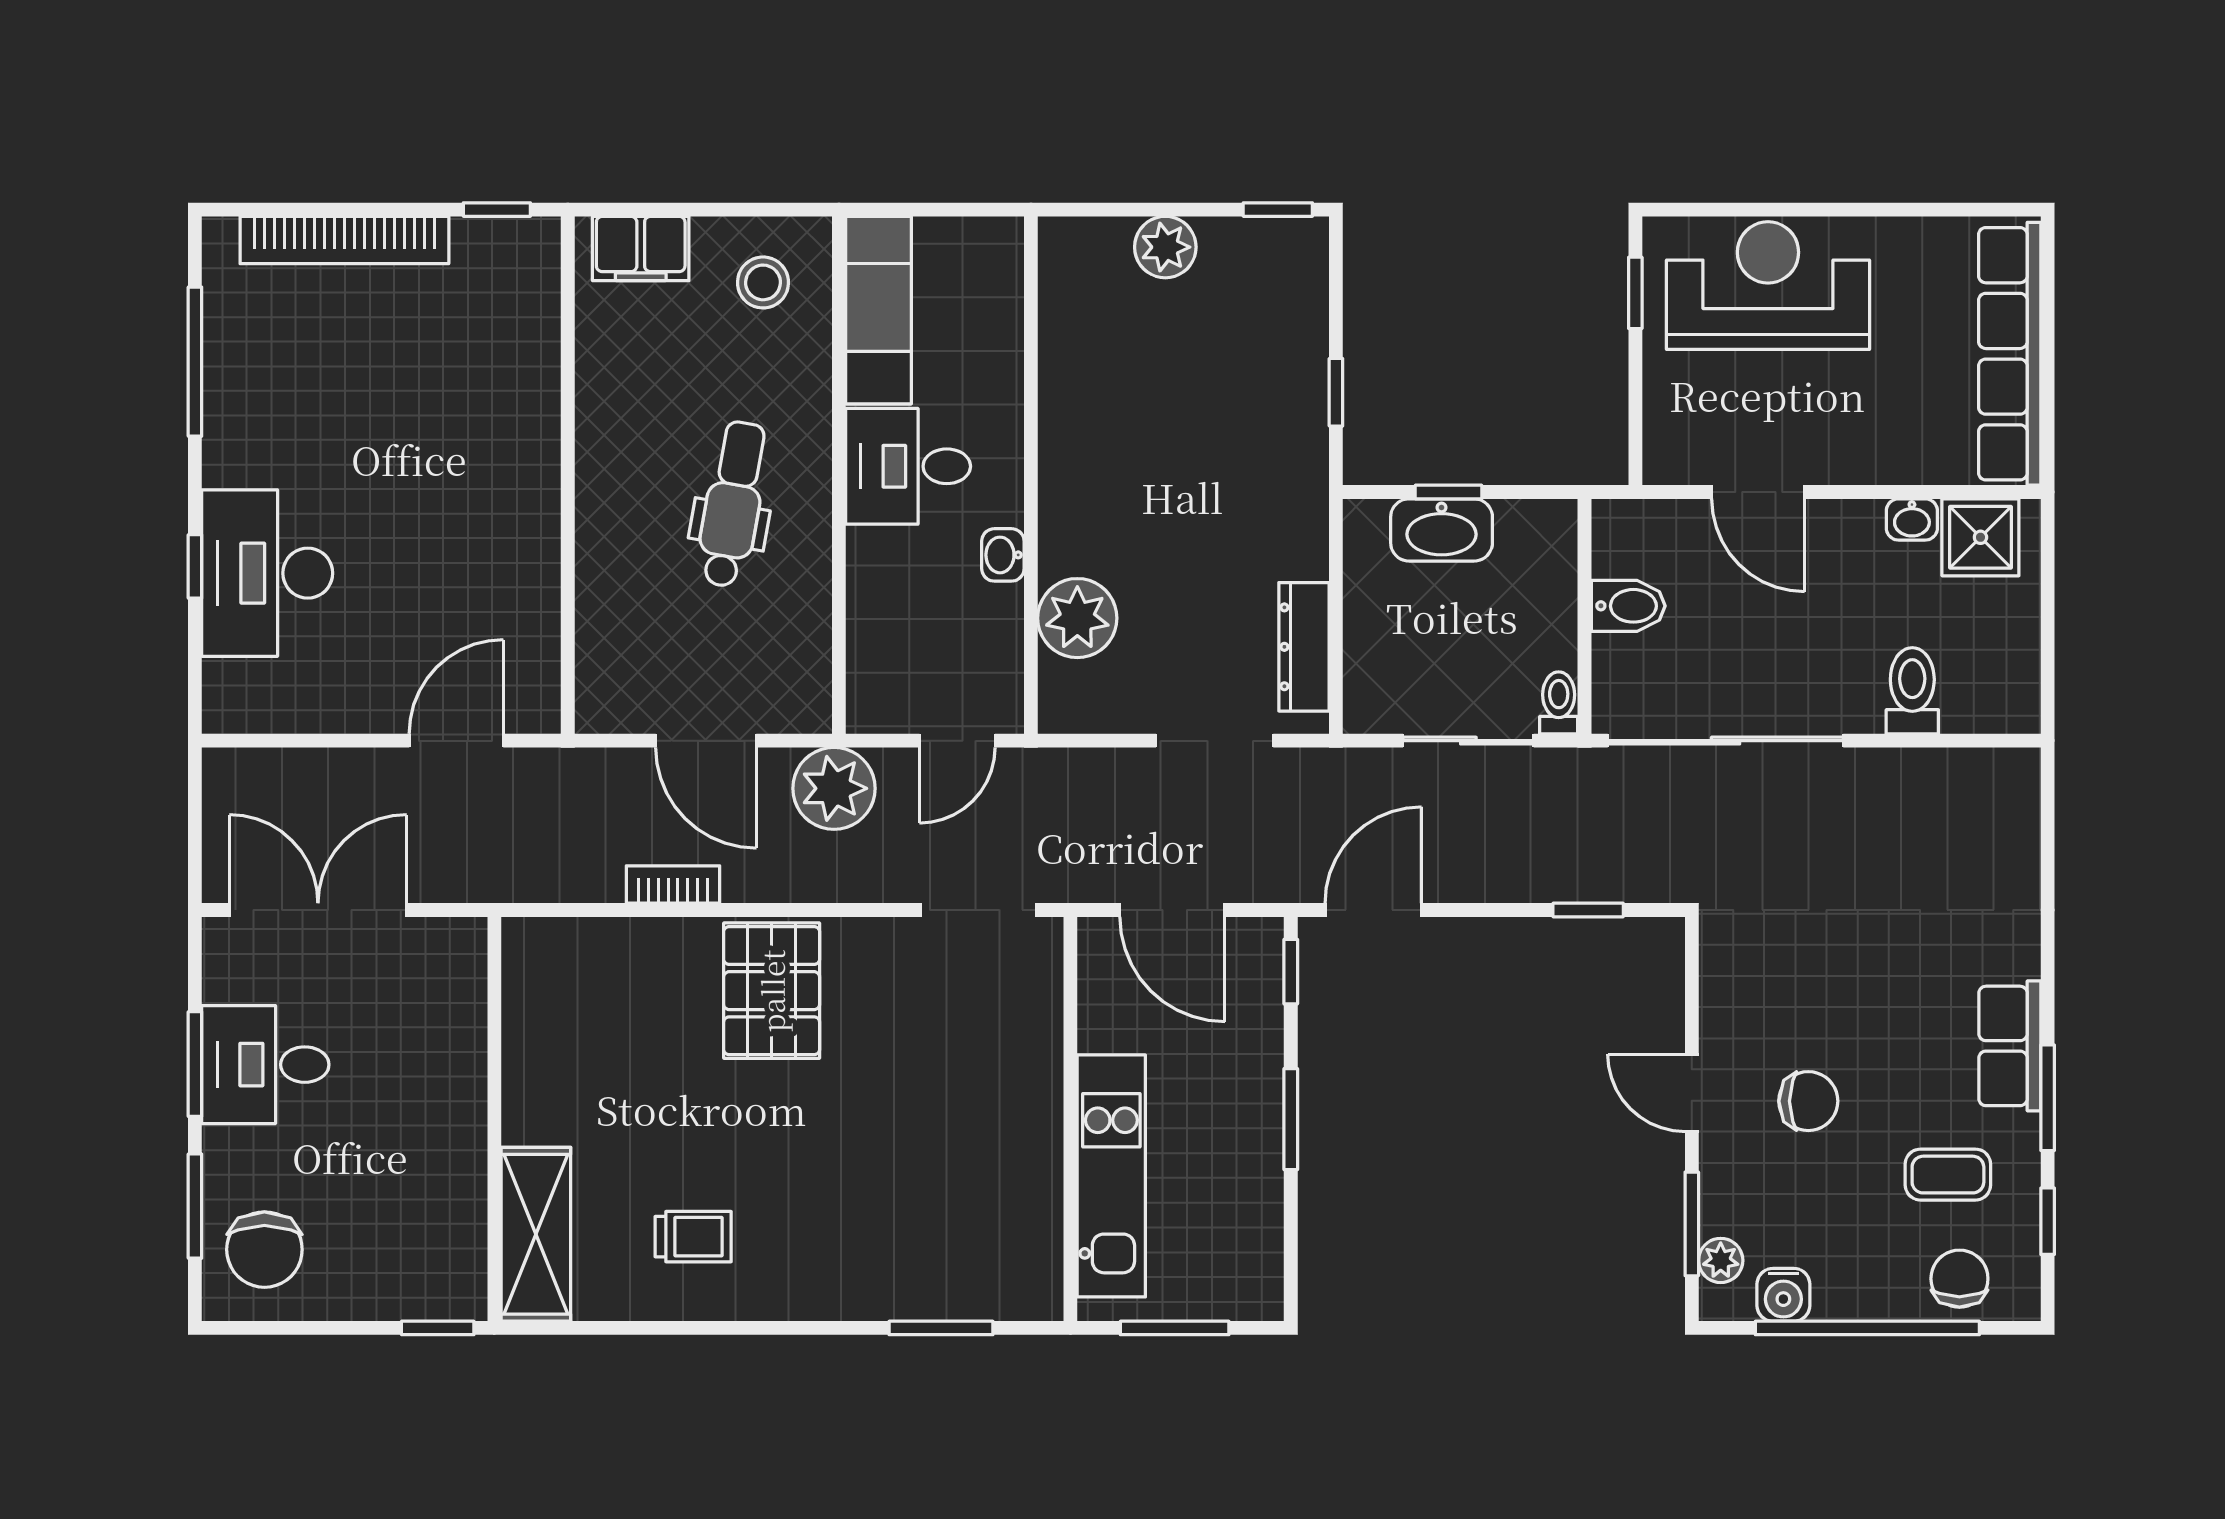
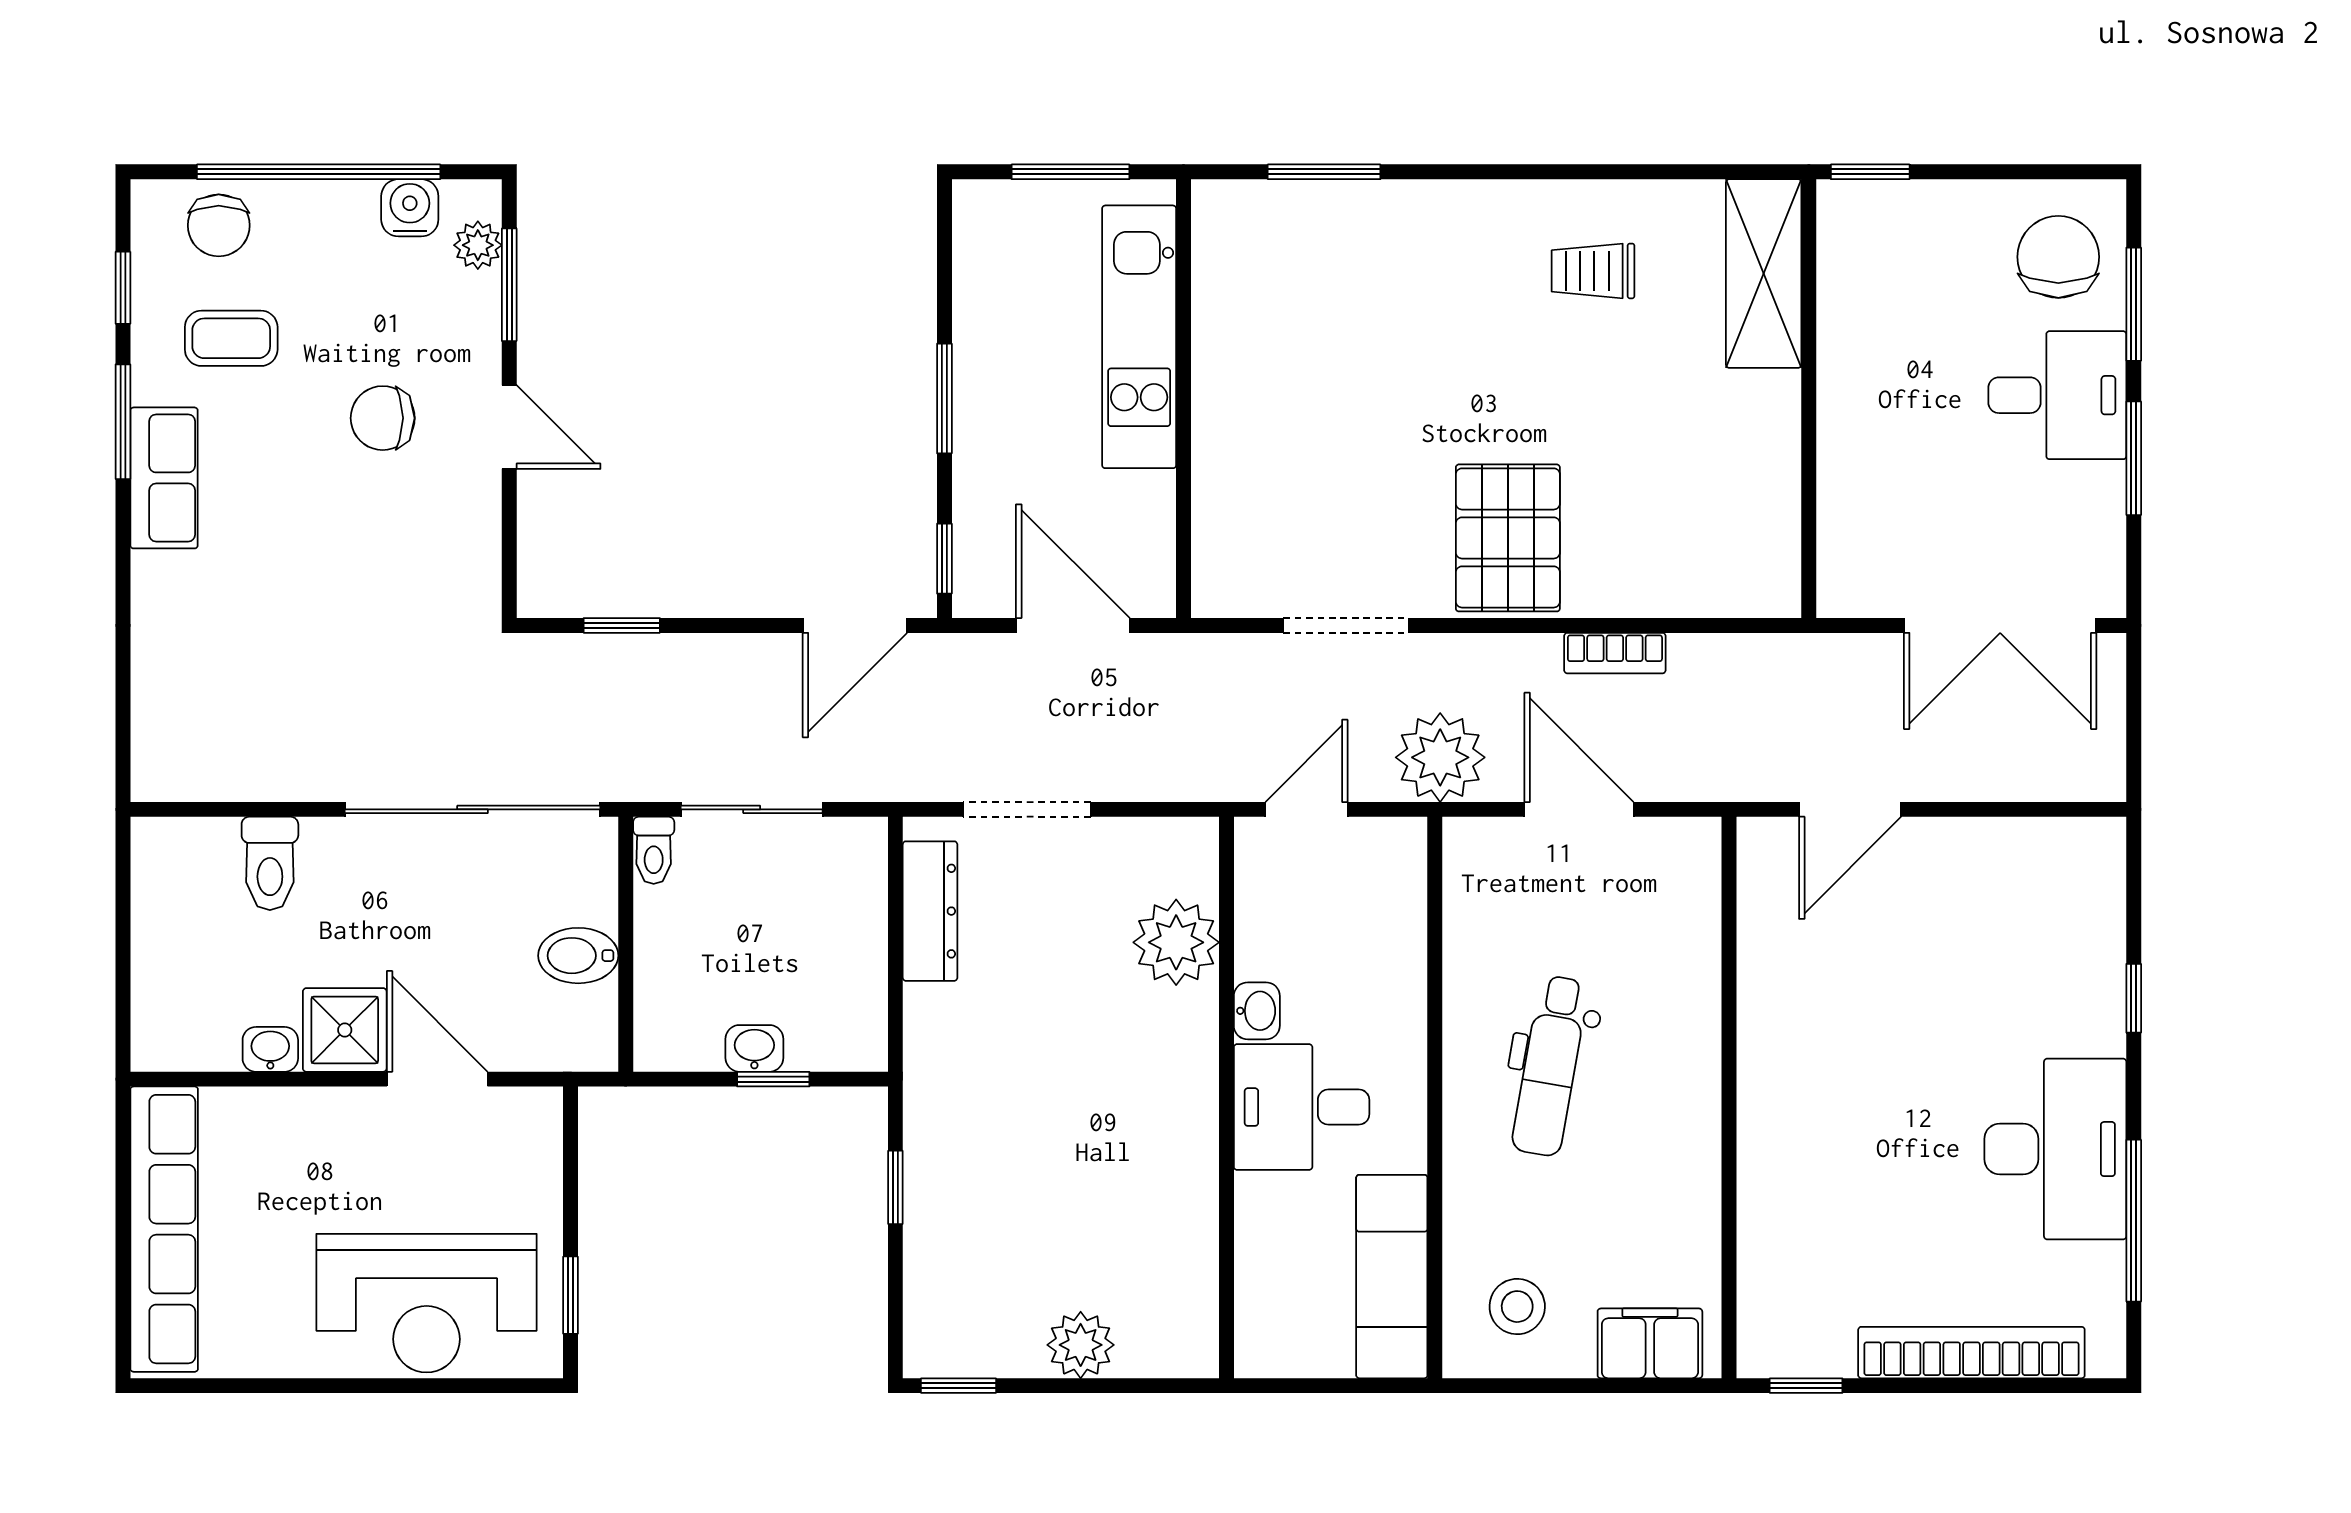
desk: (908, 466) -> (1302, 1107), moved, turned 180
washbasin: (1442, 530) -> (754, 1048), width x0.52, depth x0.69
shower: (1980, 537) -> (345, 1030), moved
desk: (267, 573) -> (2055, 1149), moved
doorway: (978, 910) -> (1346, 625), moved
desk: (265, 1065) -> (2057, 395), moved

